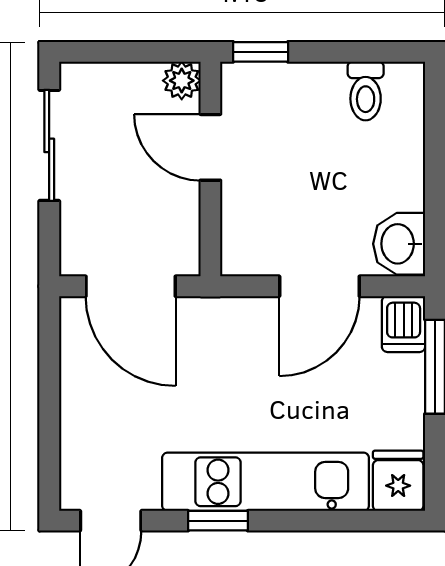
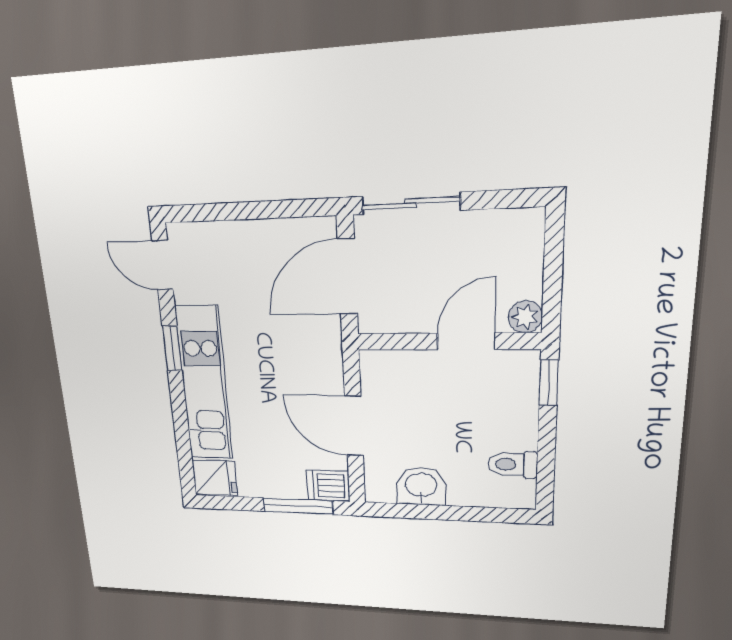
sliding door: (49, 145) -> (411, 203), moved
washbasin: (399, 244) -> (421, 486), moved

